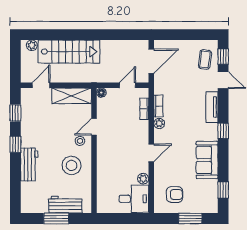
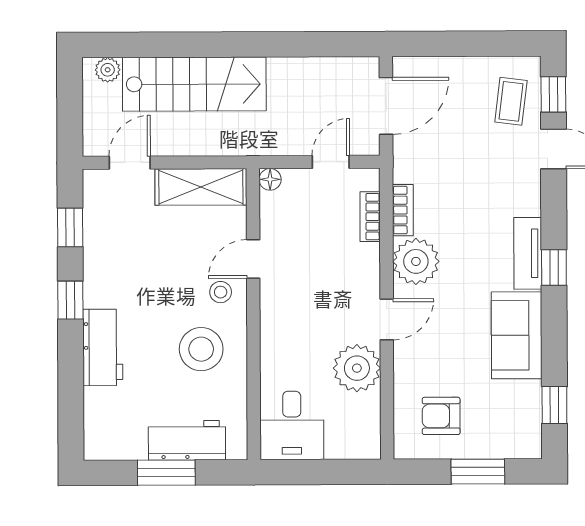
tv unit: (212, 107) -> (528, 253), moved
plant: (159, 123) -> (416, 261), width x1.88, depth x1.88
plant: (143, 179) -> (357, 368), width x1.88, depth x1.88
armchair: (174, 195) -> (441, 416), turned 180
desk: (134, 199) -> (292, 425), moved, turned 90

